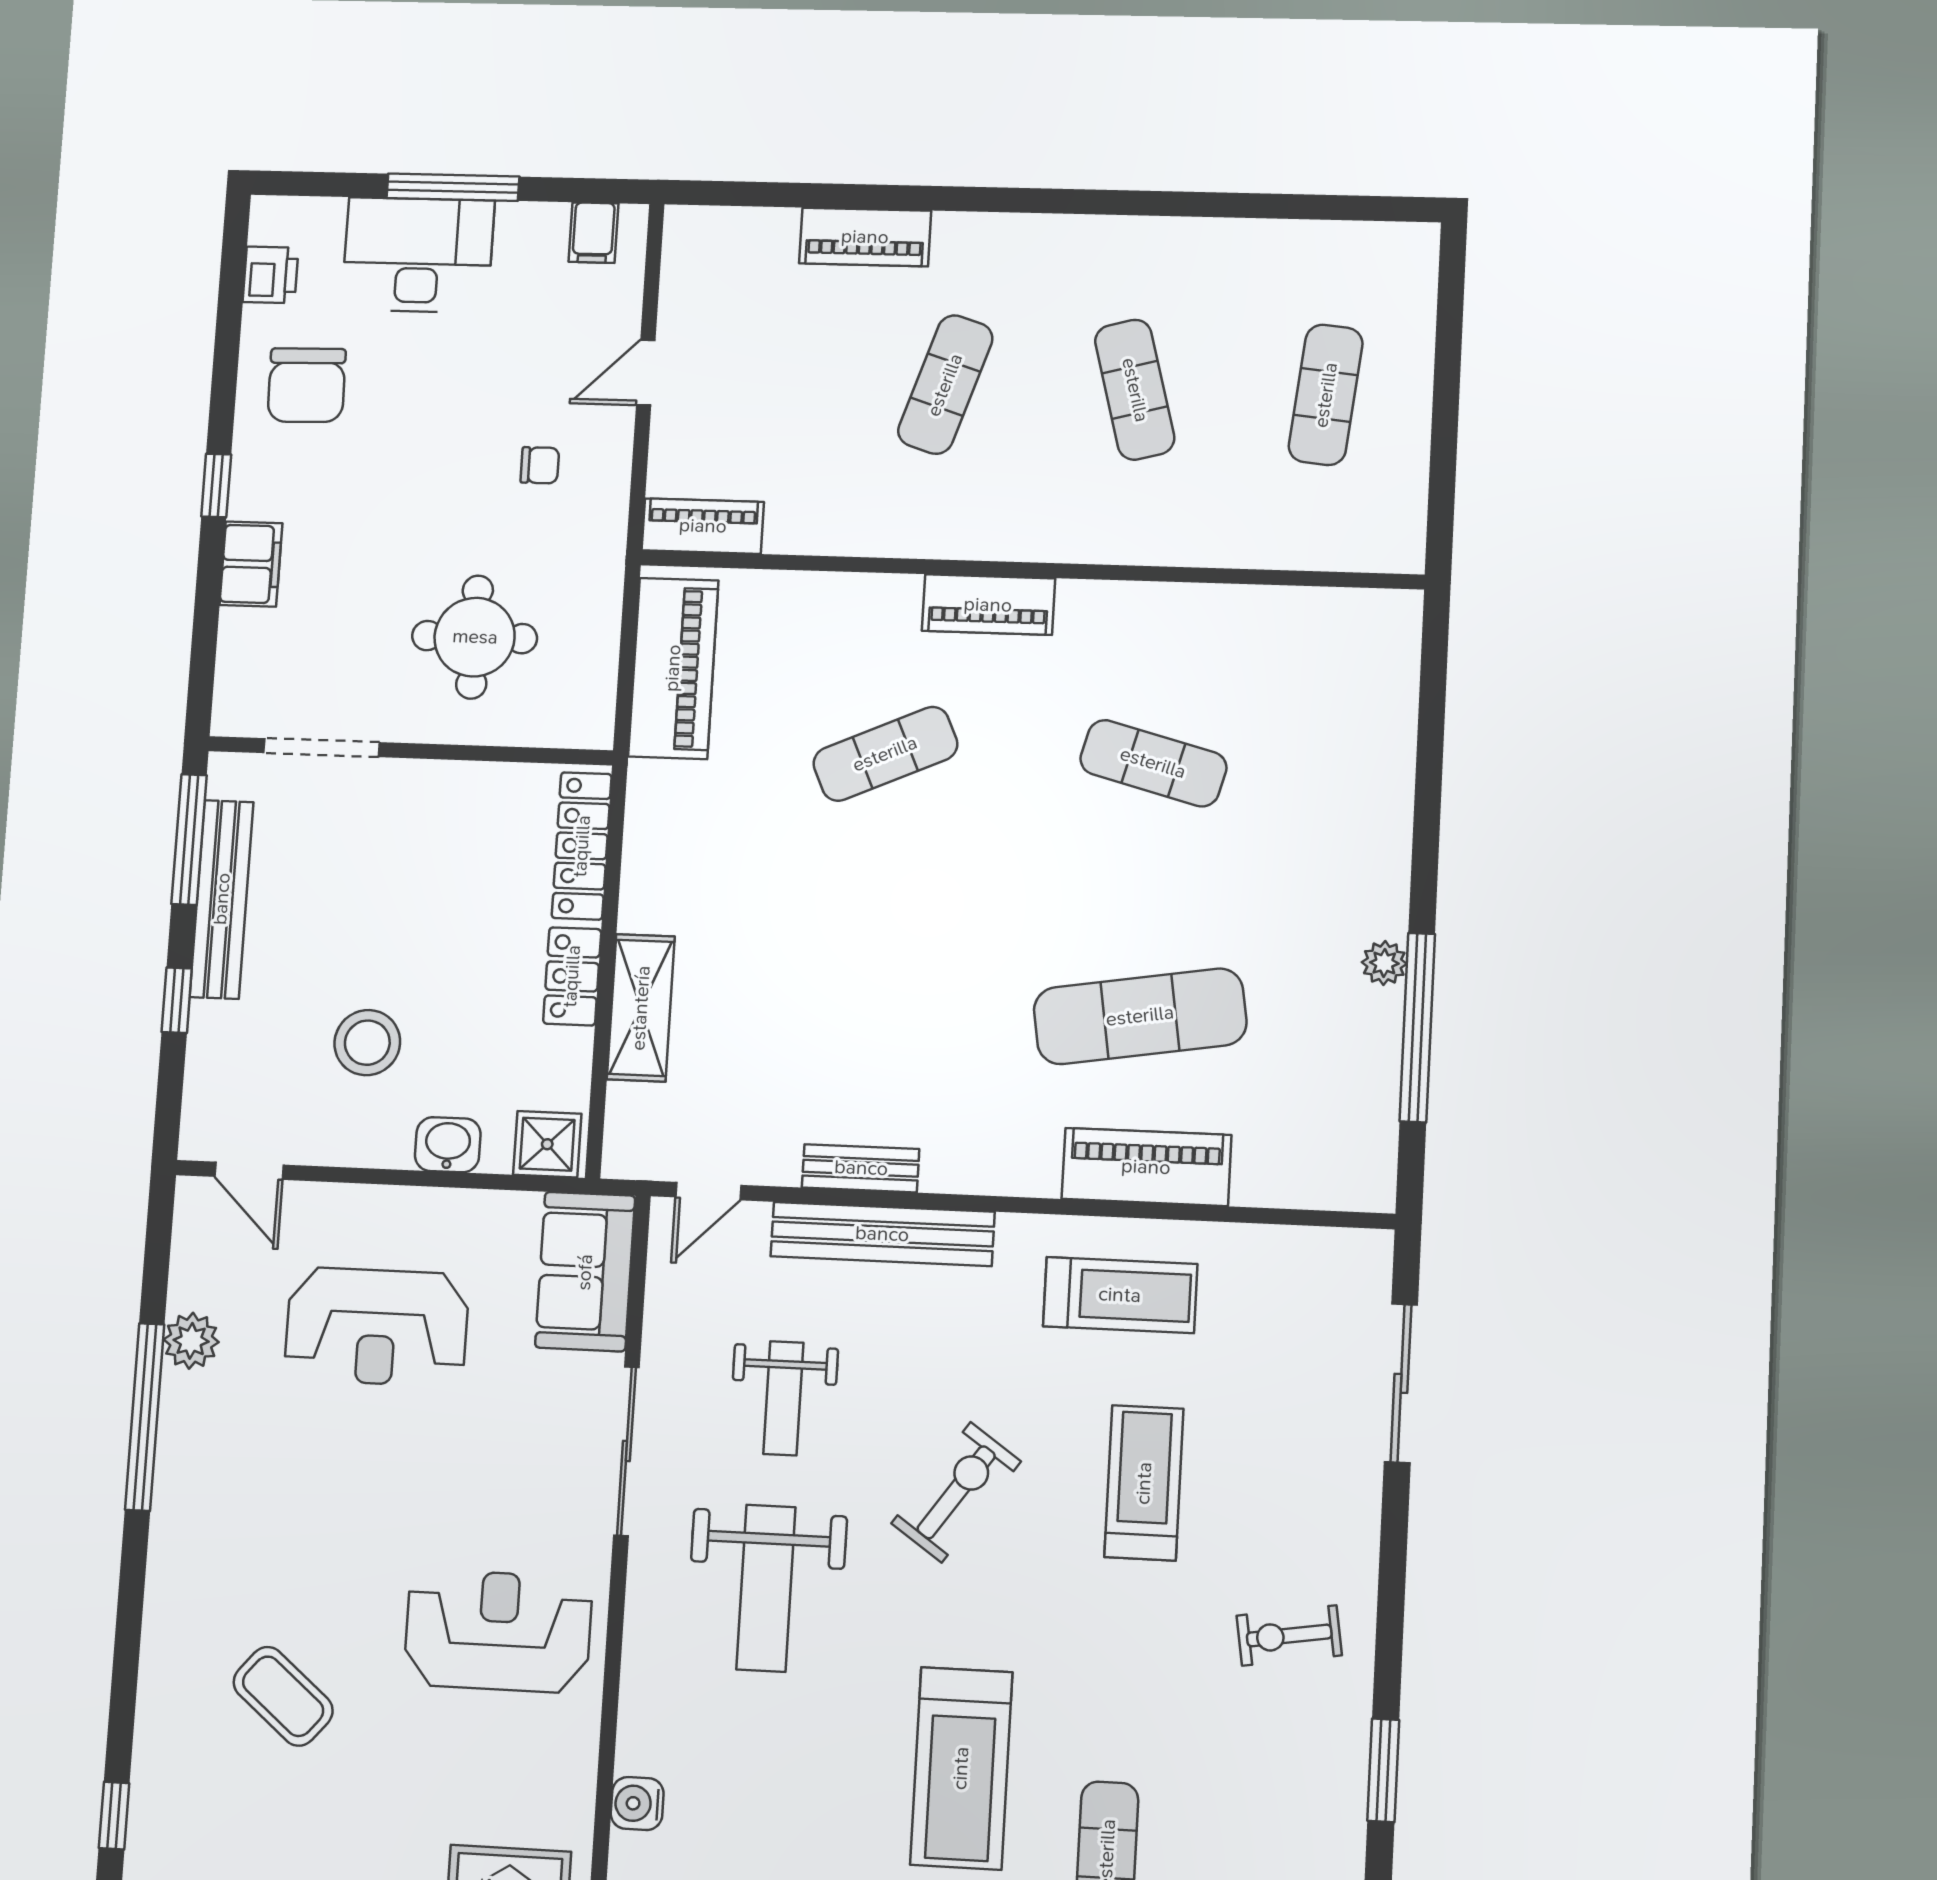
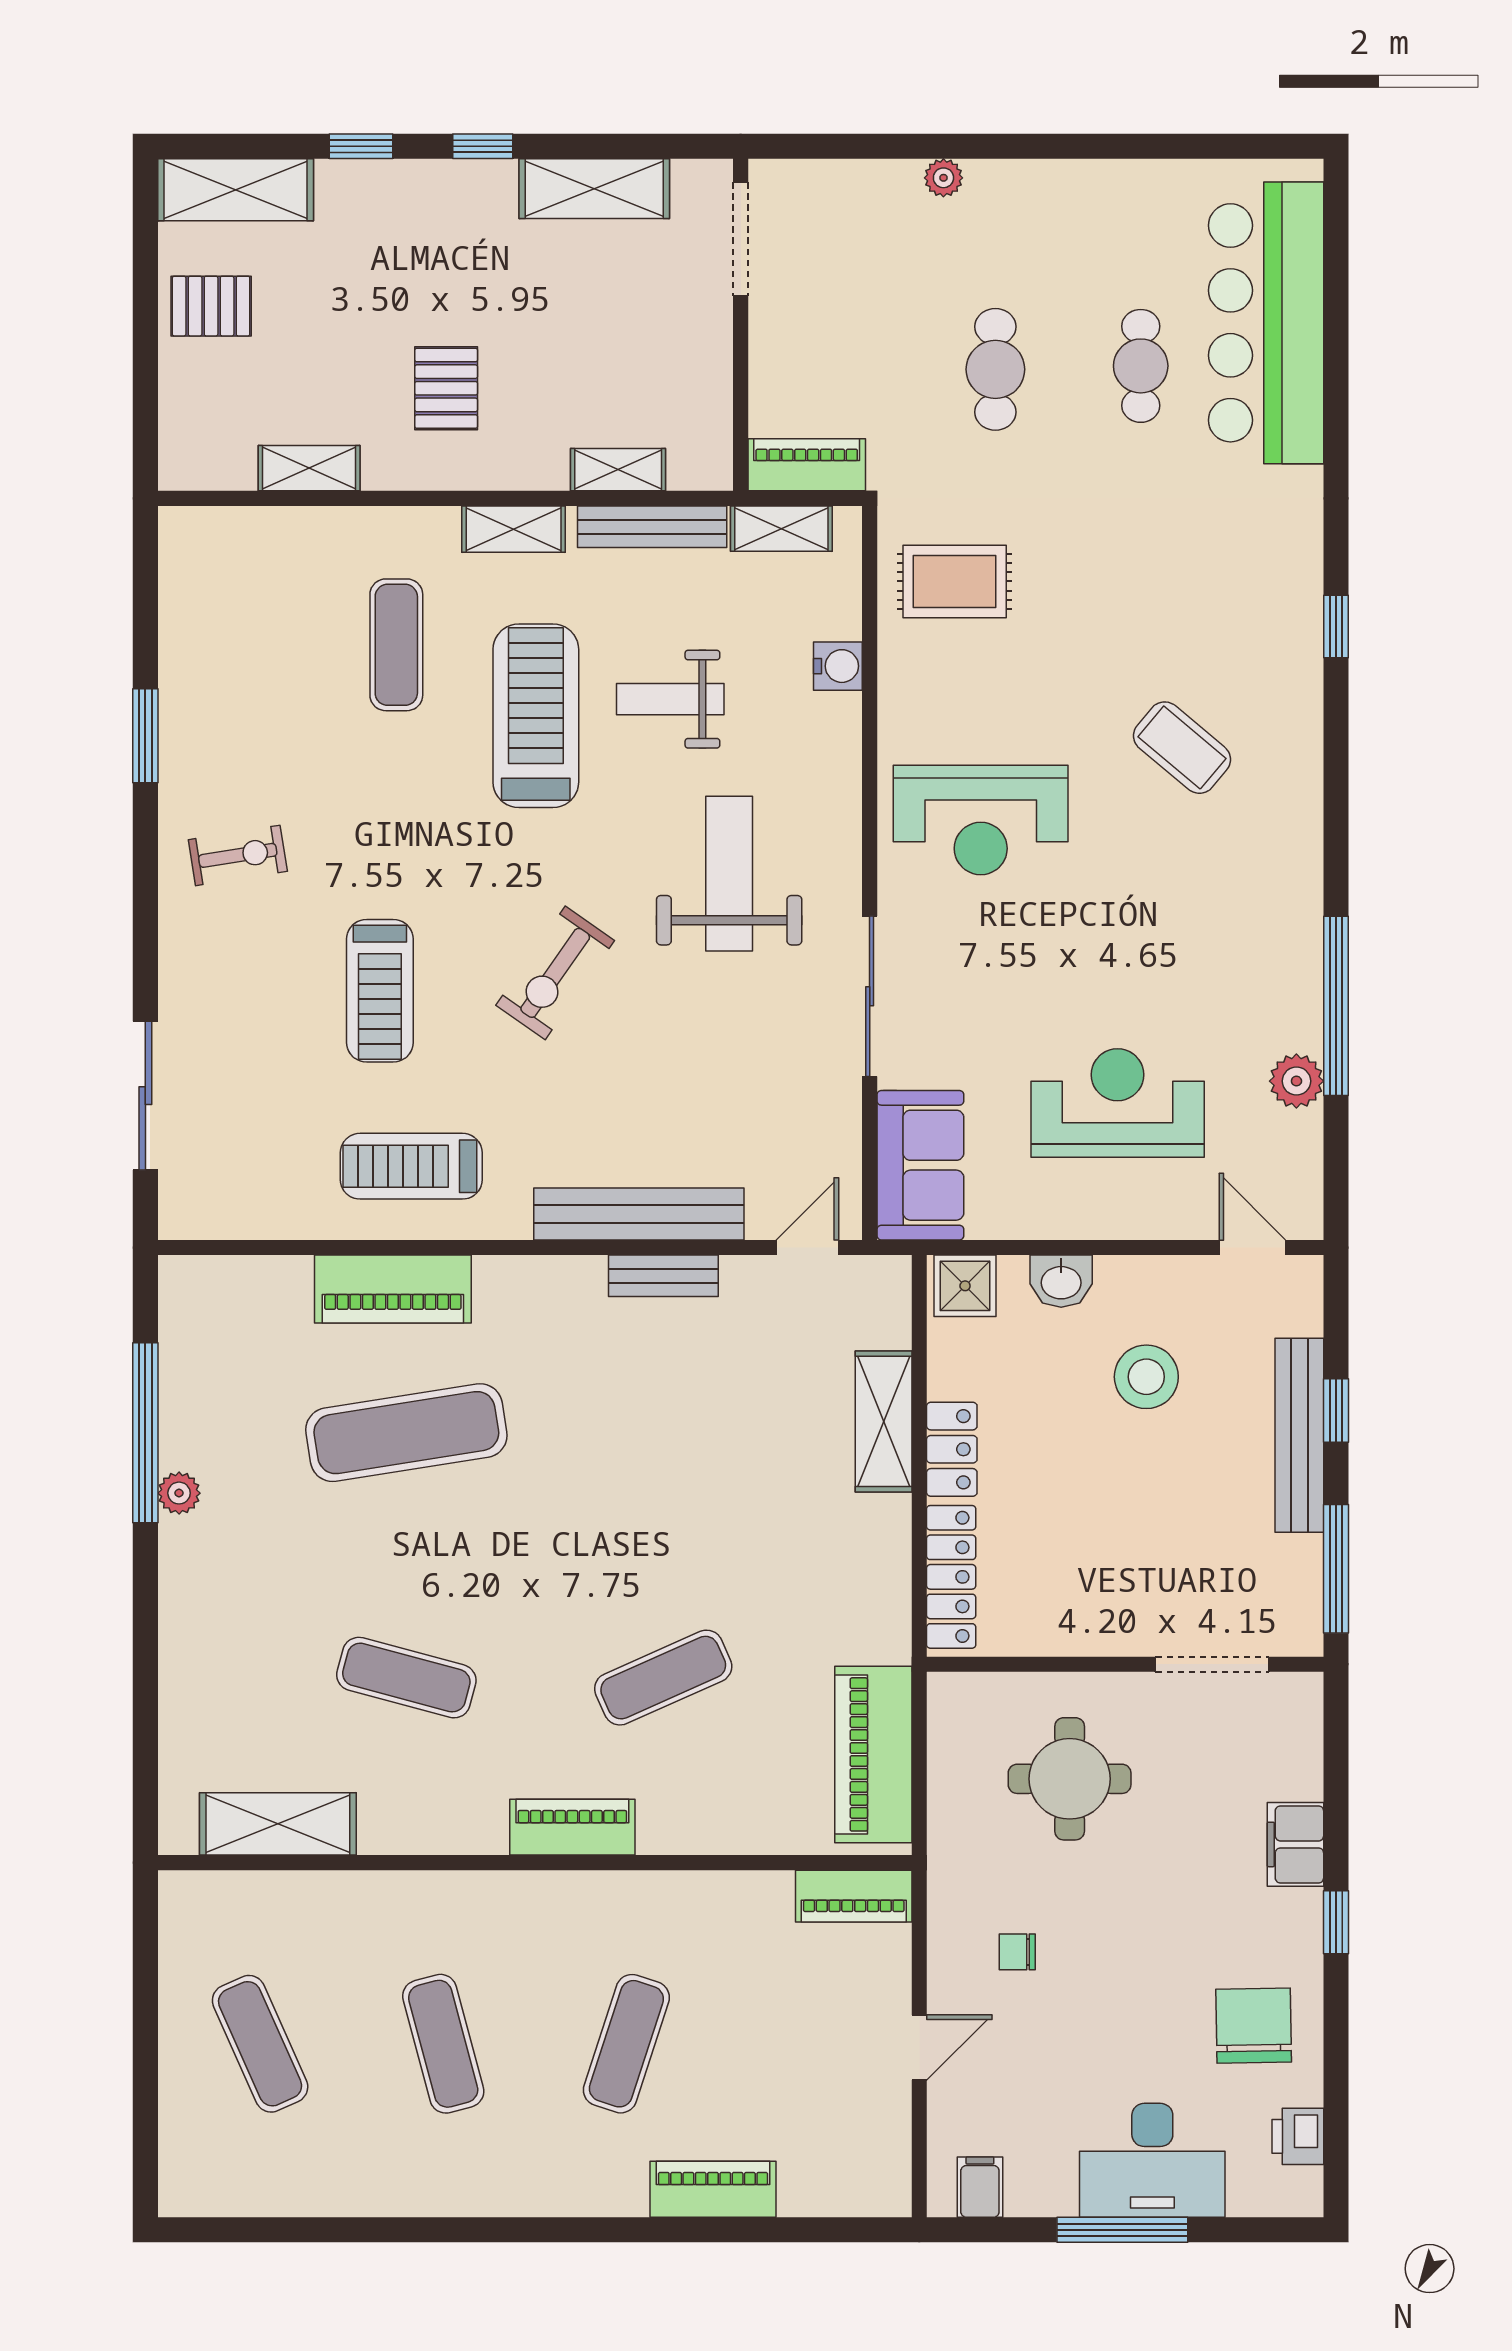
exercise mat: (1326, 395) -> (260, 2044), turned -30
shelving: (1296, 618) -> (278, 1824), added
bench: (222, 899) -> (1299, 1435), moved
weight bench: (783, 1398) -> (670, 699), moved, turned -90

